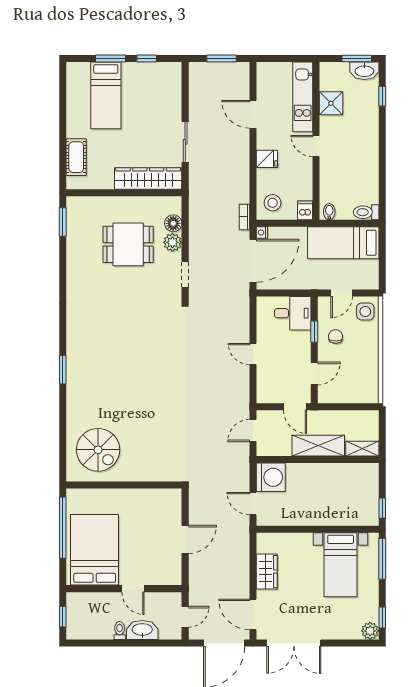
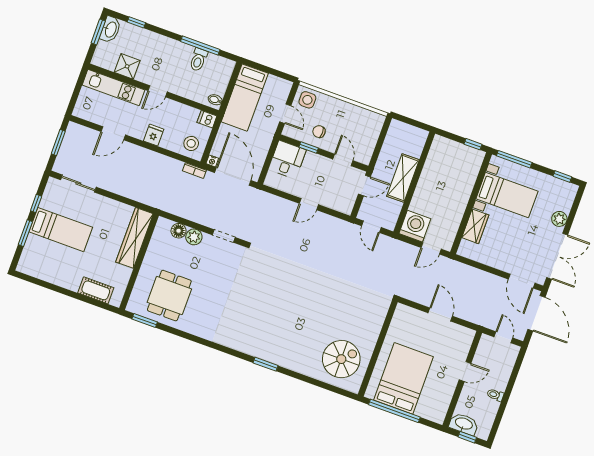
bed: (106, 95) -> (61, 230), moved
sliding door: (185, 142) -> (78, 183), moved
window: (382, 174) -> (200, 45), added
toilet: (366, 212) -> (198, 60), moved
dining table: (128, 244) -> (169, 296), moved
shelving: (362, 449) -> (419, 143), removed
bed: (95, 550) -> (404, 378), moved, turned 90
wardrobe: (267, 572) -> (475, 226), moved, turned 90
door: (253, 614) -> (522, 281), hinge flipped
washbasin: (142, 630) -> (464, 424), moved, turned 90
plant: (370, 631) -> (559, 219), moved

